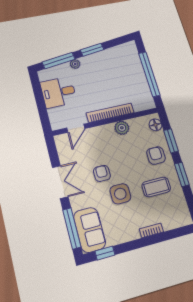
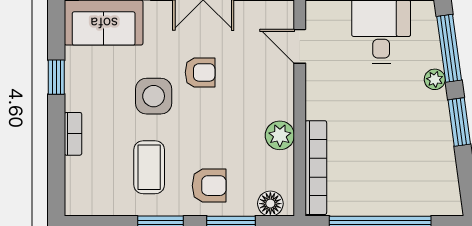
bookcase: (110, 113) -> (316, 168), moved
window: (105, 253) -> (56, 77), moved

